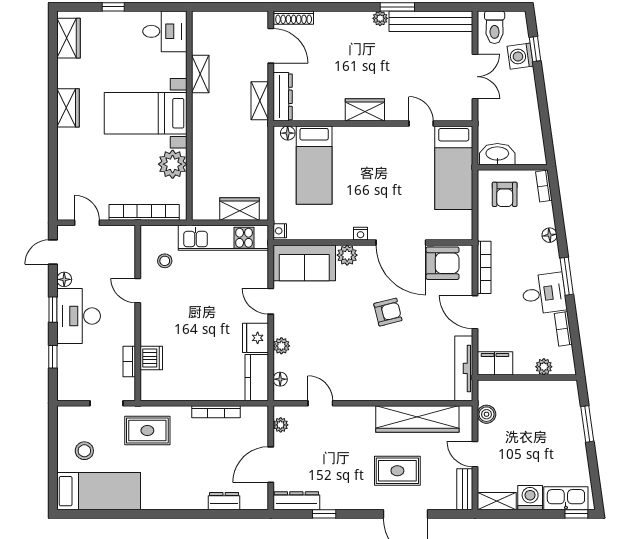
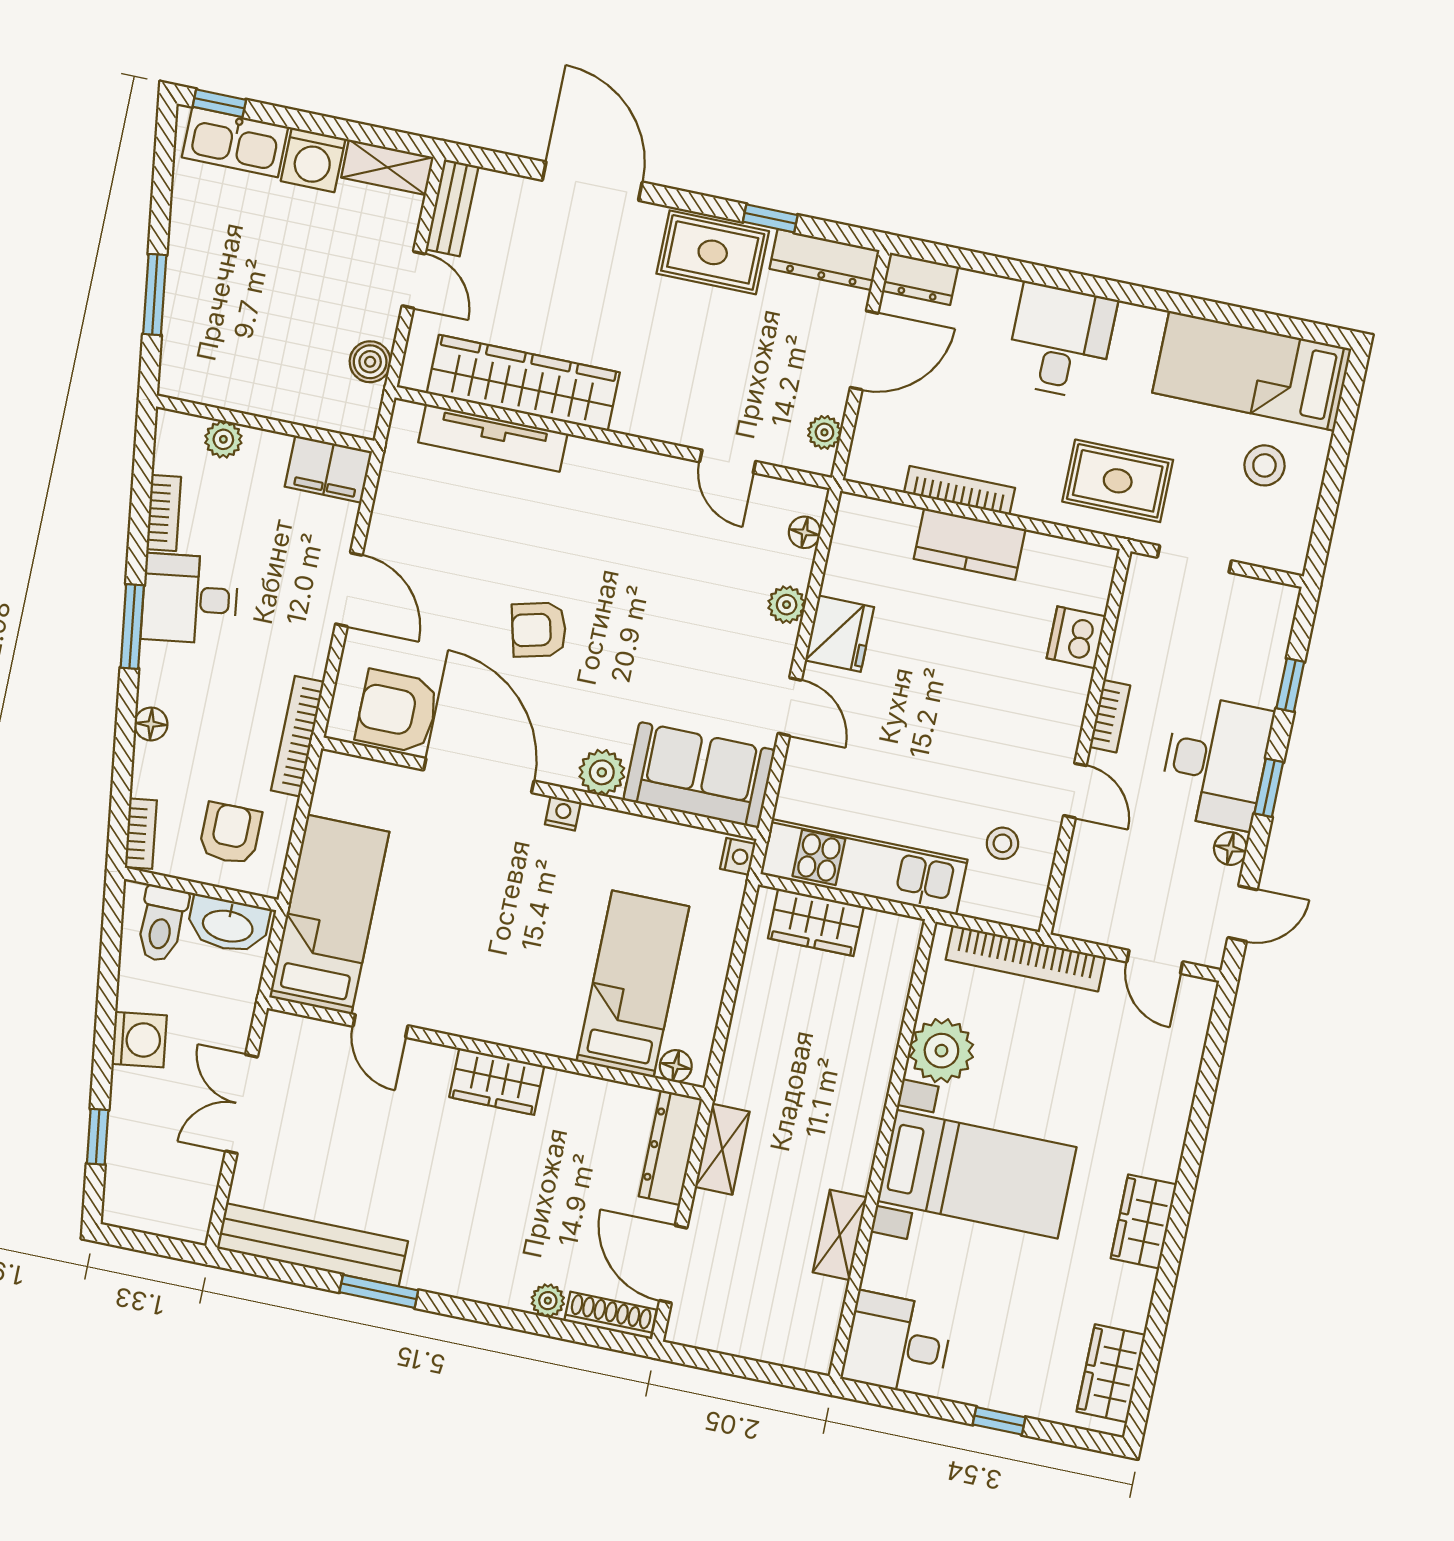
plant: (380, 18) -> (548, 1301), moved
toilet: (495, 27) -> (162, 924), moved, turned 180
washing machine: (520, 56) -> (139, 1040), moved
bookcase: (484, 267) -> (297, 736), moved
bookcase: (129, 362) -> (1110, 716), moved
tv unit: (464, 368) -> (493, 438), moved, turned 90
kitchen counter: (257, 378) -> (970, 544), moved, turned 90
rug: (397, 471) -> (713, 252), moved
desk: (185, 487) -> (1061, 341), added
dresser: (224, 501) -> (920, 279), moved

